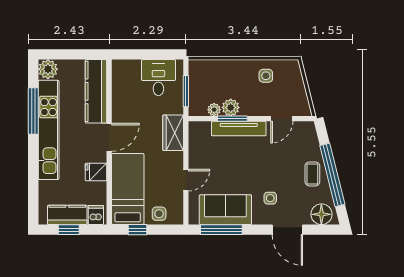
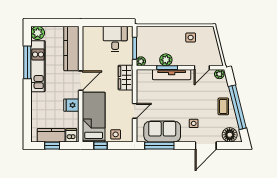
plant: (214, 110) -> (141, 61), moved
plant: (307, 128) -> (219, 74), added
kitchen unit: (49, 130) -> (38, 66), width x0.73
door: (287, 230) -> (206, 146), hinge flipped

